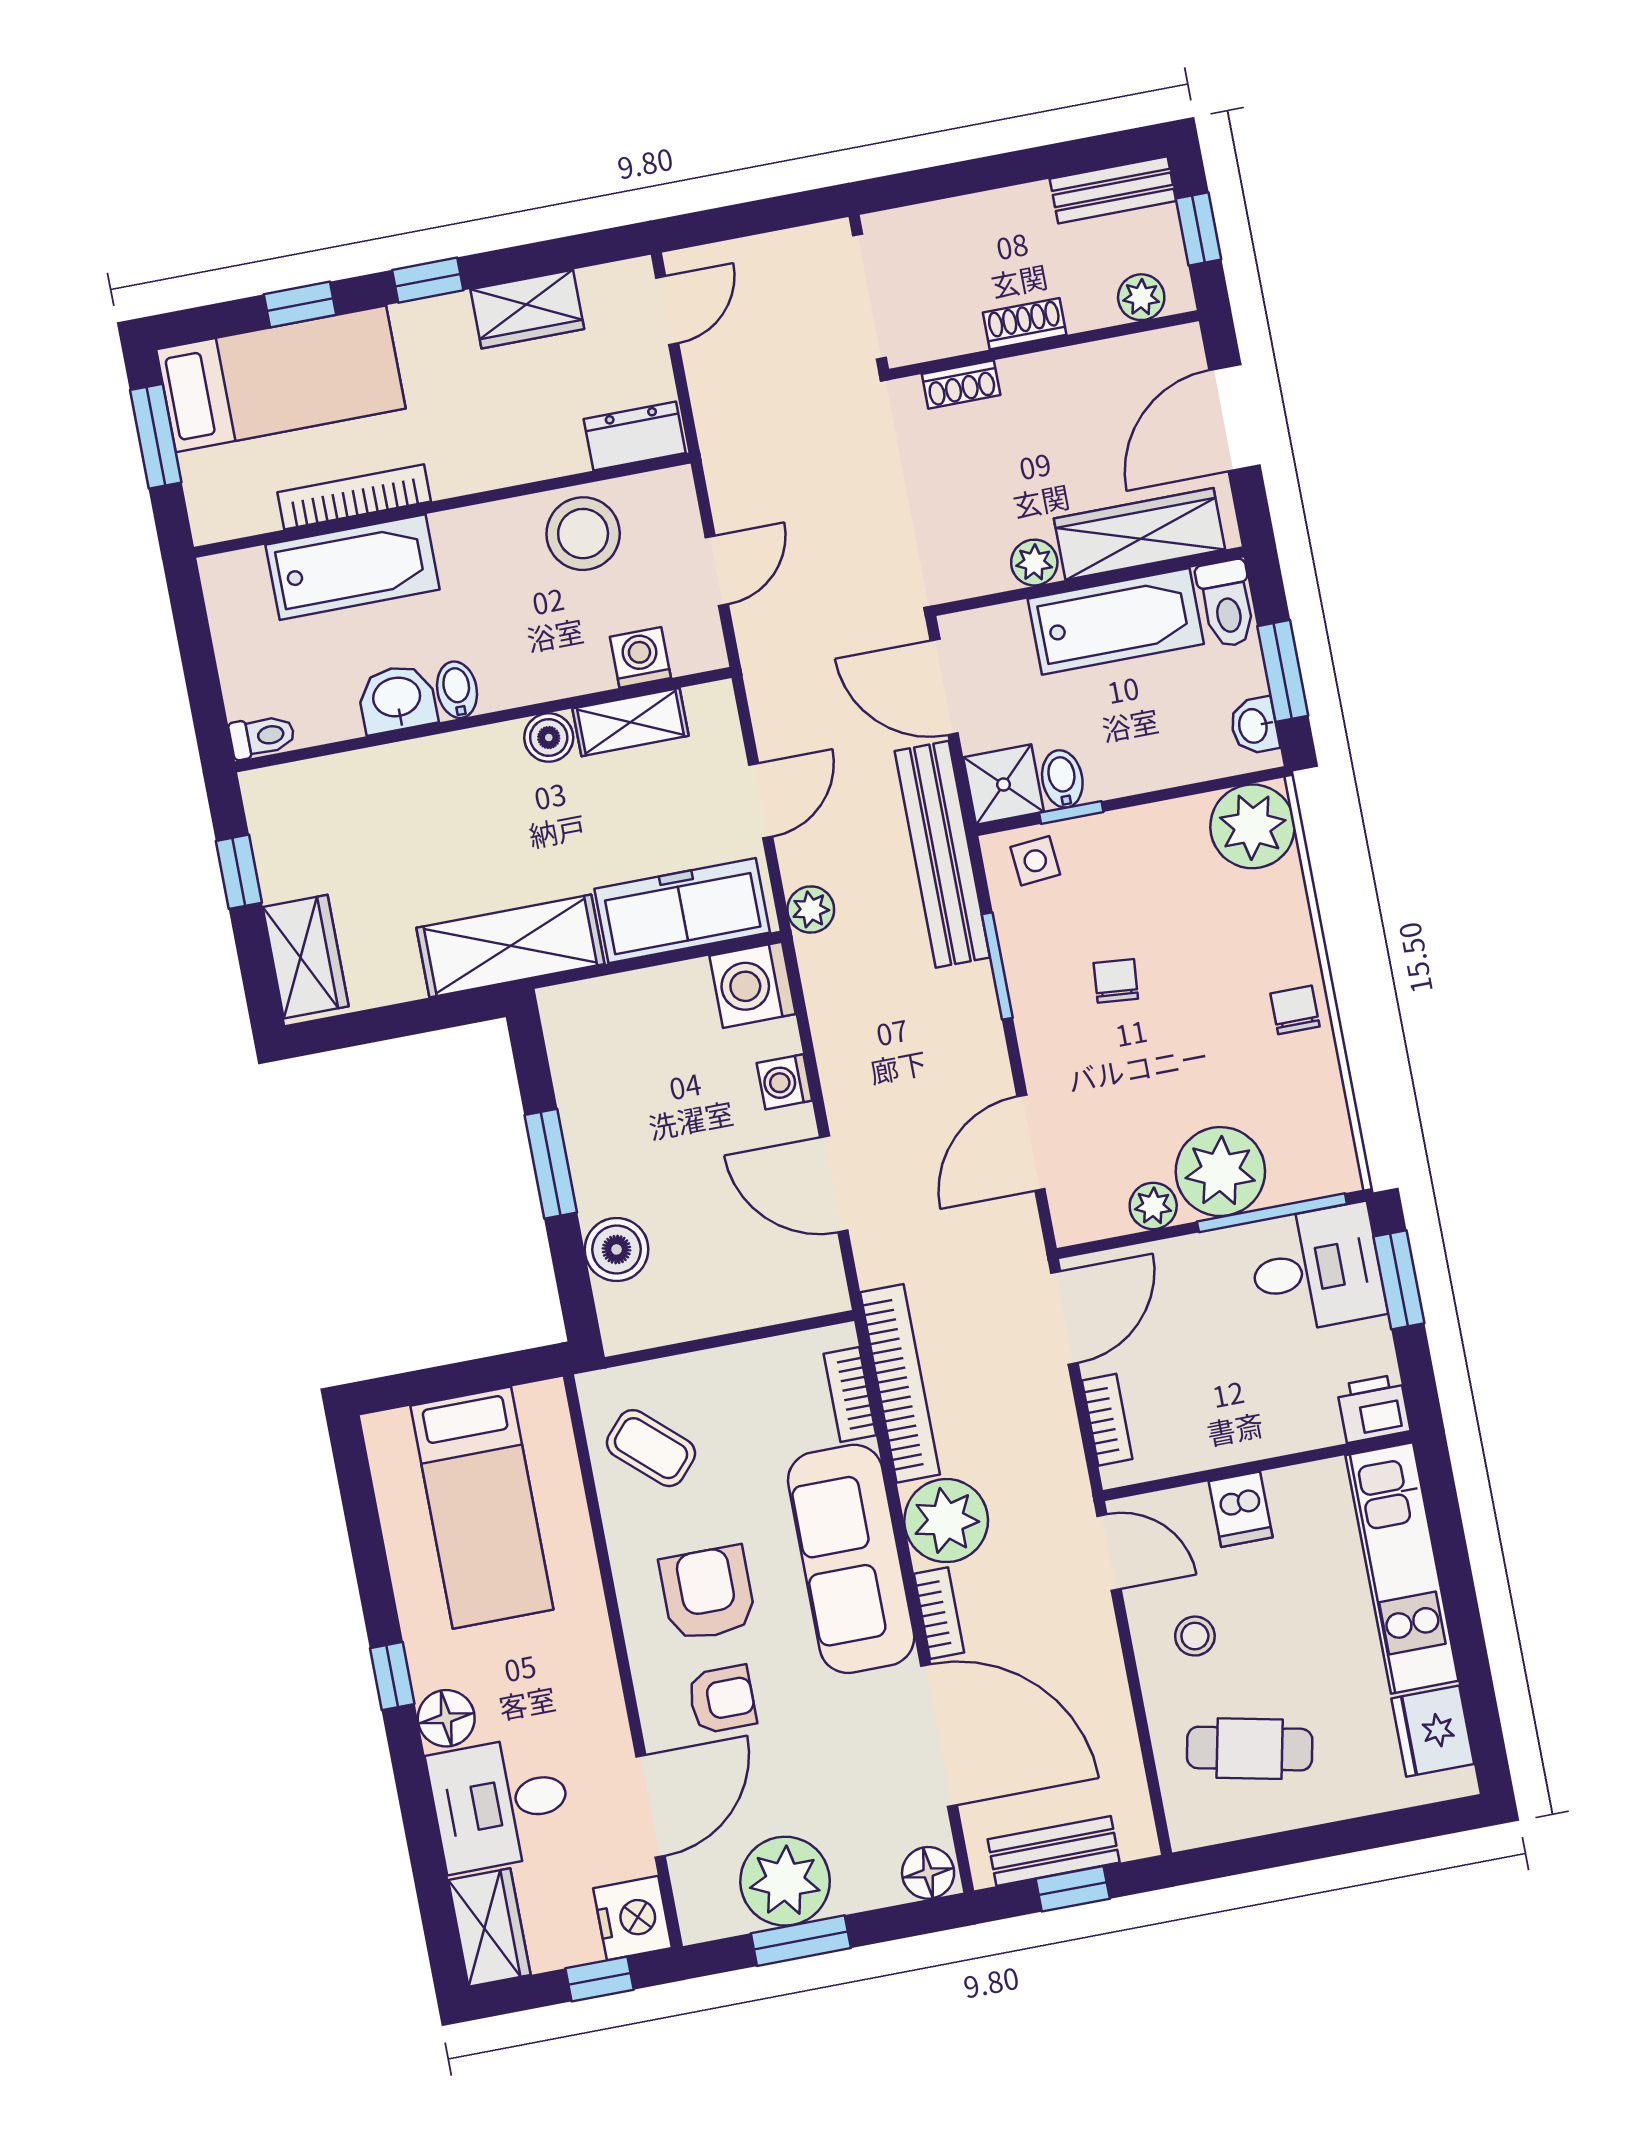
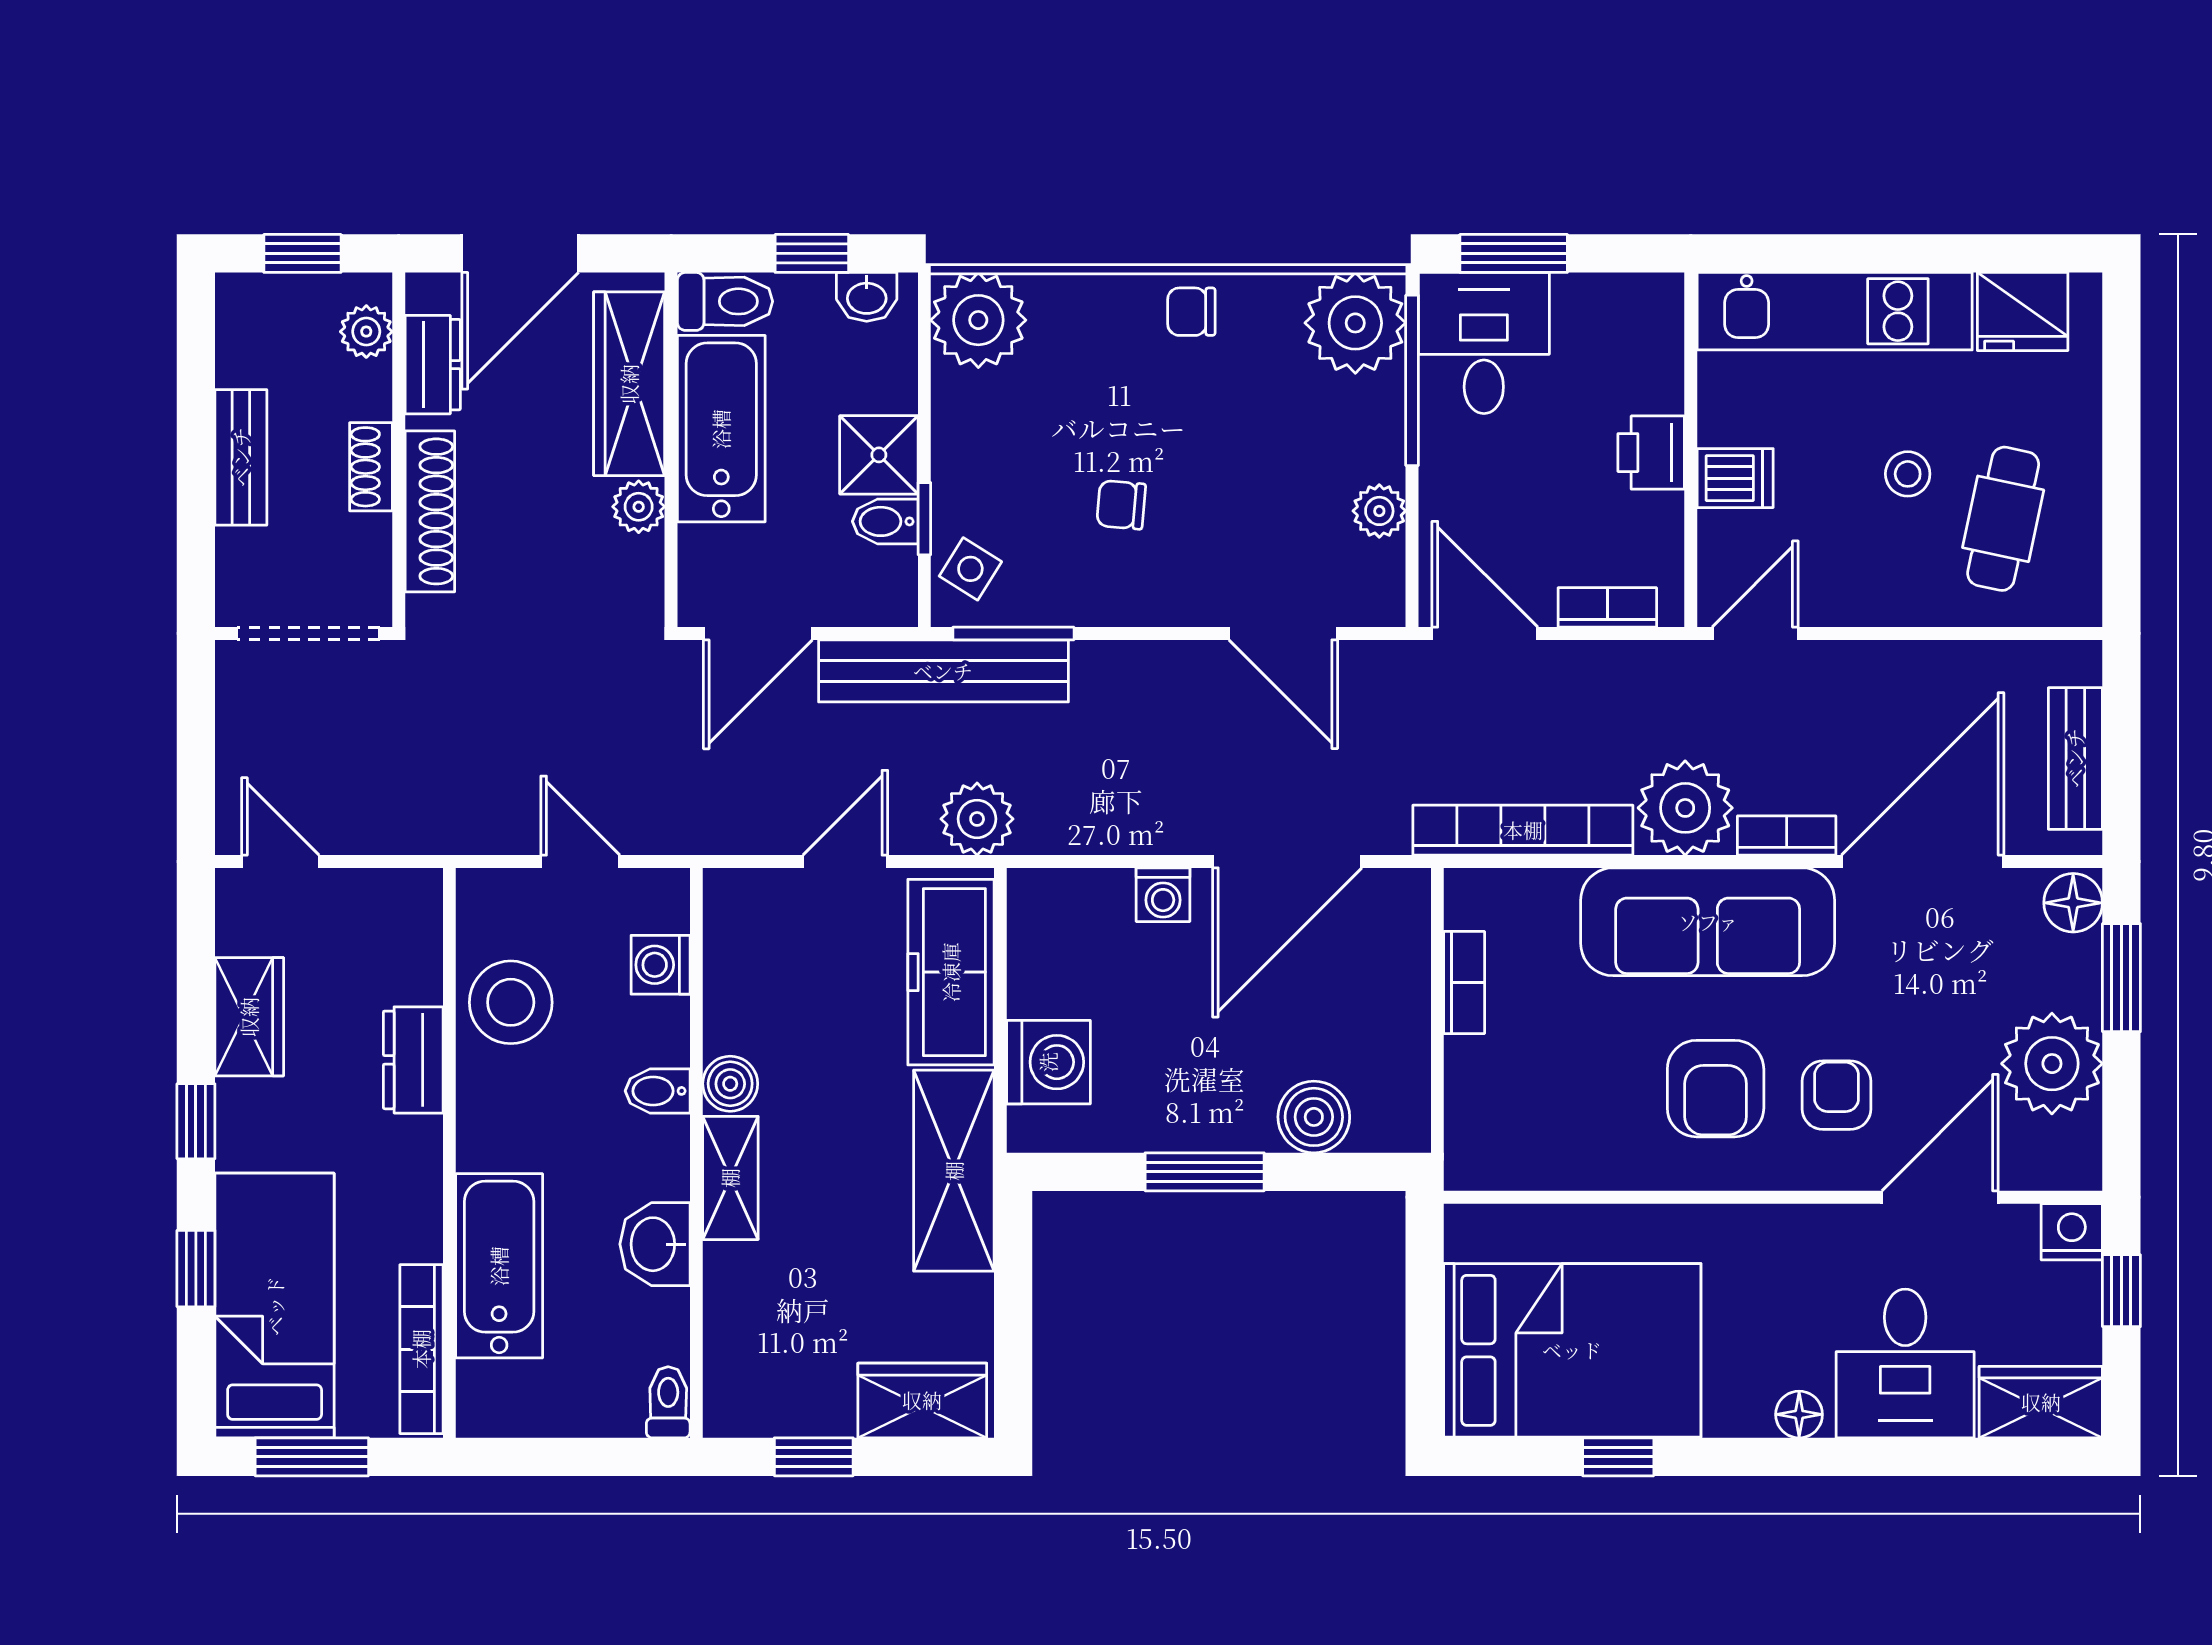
bench: (1113, 190) -> (241, 457), moved
dresser: (1123, 360) -> (433, 365), added
shoe rack: (961, 385) -> (430, 511), width x1.94, depth x1.24
door: (1234, 418) -> (520, 253), hinge flipped
dresser: (635, 436) -> (413, 1060), moved
bookcase: (354, 497) -> (421, 1349), moved
window: (1283, 671) -> (812, 253), width x0.67
bidet: (457, 690) -> (658, 1091), moved
shelving: (630, 722) -> (730, 1178), moved
shower: (1004, 784) -> (879, 455), moved
door: (761, 801) -> (845, 861), hinge flipped
side table: (1035, 861) -> (970, 569), turned 37
plant: (811, 910) -> (977, 819), width x1.38, depth x1.38
window: (997, 966) -> (1013, 633), moved
washing machine: (753, 985) -> (1048, 1062), moved, turned -90
plant: (1220, 1172) -> (1355, 323), moved
door: (834, 1184) -> (1287, 861), width x1.36
bookcase: (850, 1394) -> (1464, 982), moved, turned -90
printer: (1373, 1408) -> (1651, 453), moved
coffee table: (651, 1448) -> (1542, 1121), removed
bed: (482, 1508) -> (1572, 1350), width x1.50
armchair: (708, 1593) -> (1716, 1089), turned -90
stool: (1195, 1636) -> (1908, 474), moved
window: (392, 1676) -> (1618, 1457), moved
floor lamp: (446, 1718) -> (1799, 1414), width x0.73, depth x0.73
door: (651, 1806) -> (1940, 1197), hinge flipped
window: (1073, 1889) -> (2121, 745), removed
nightstand: (633, 1918) -> (2072, 1232), width x0.74, depth x0.75
window: (801, 1941) -> (2121, 978), moved

